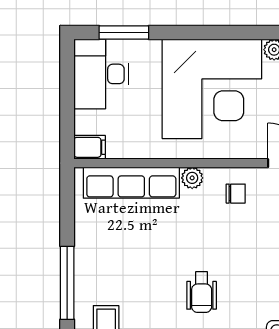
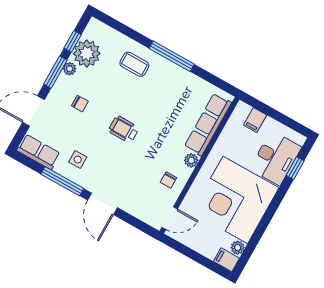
window: (124, 33) -> (295, 168), width x0.67
desk: (101, 74) -> (275, 158), moved, turned 90
filing cabinet: (90, 147) -> (255, 120), moved

